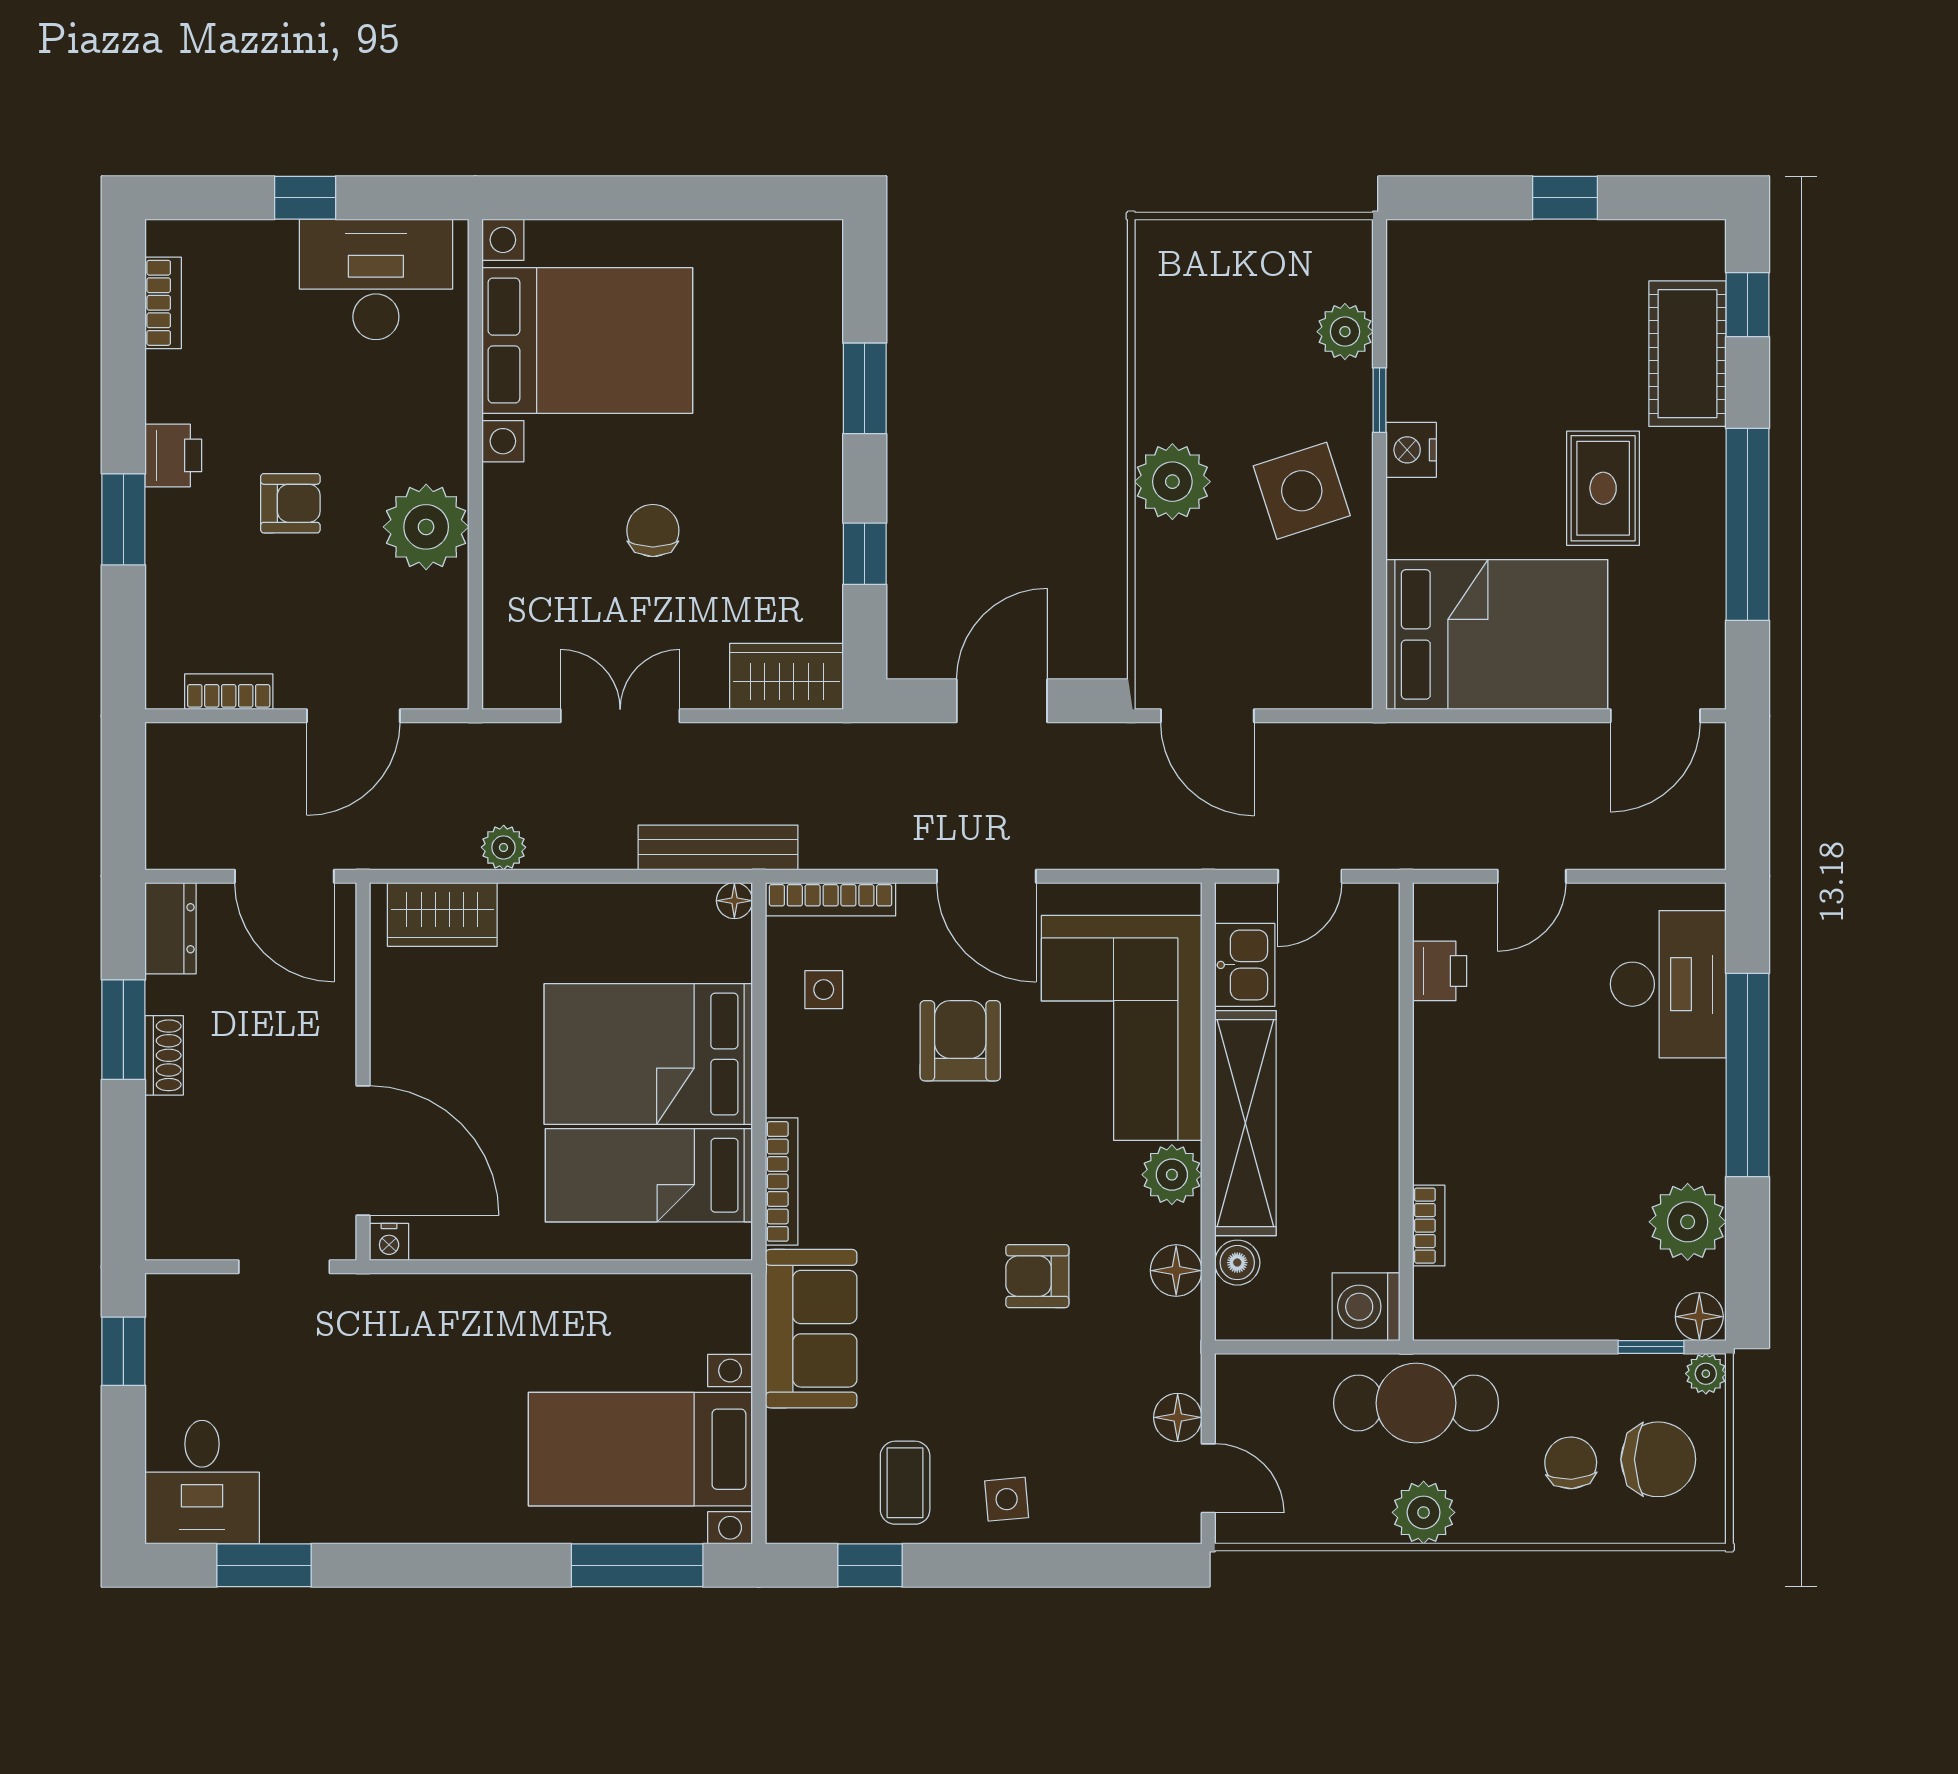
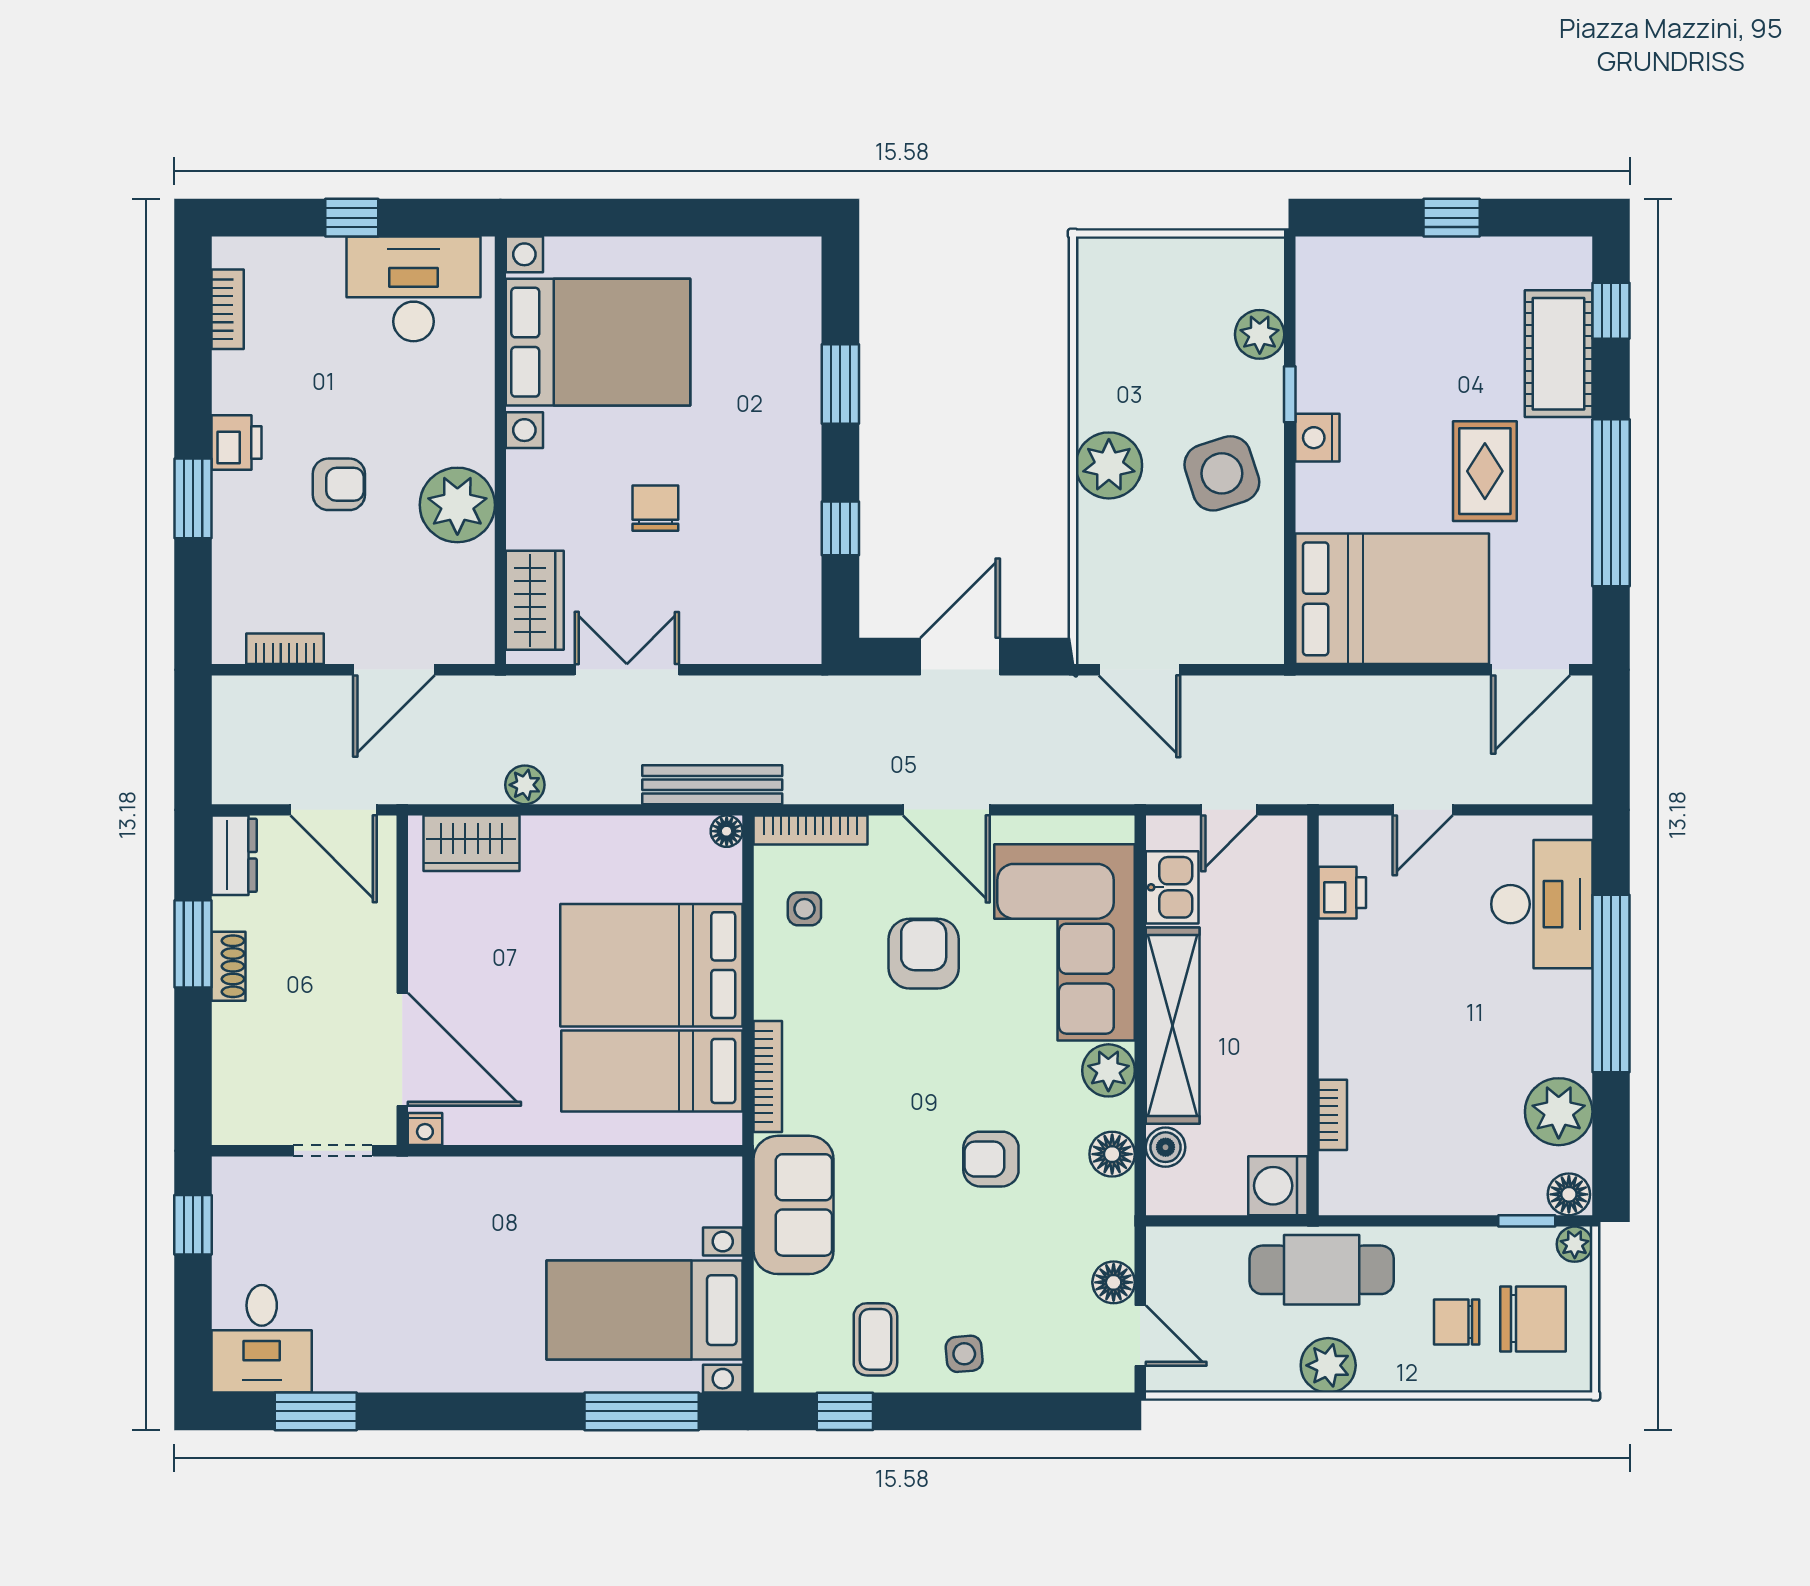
wardrobe: (787, 676) -> (535, 600), moved, turned 90
chair: (1571, 1463) -> (1457, 1322), turned -87

